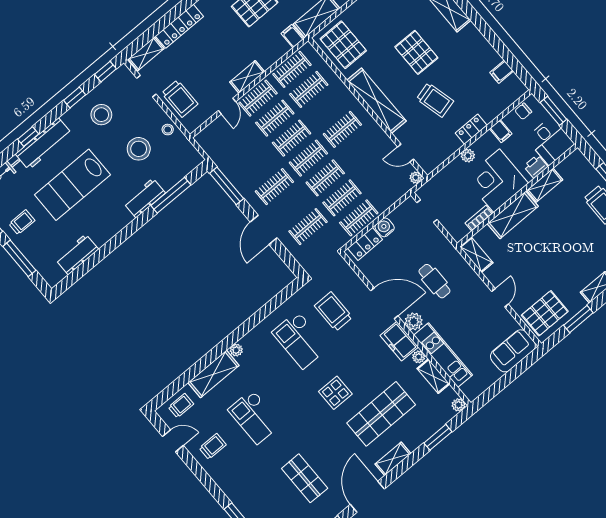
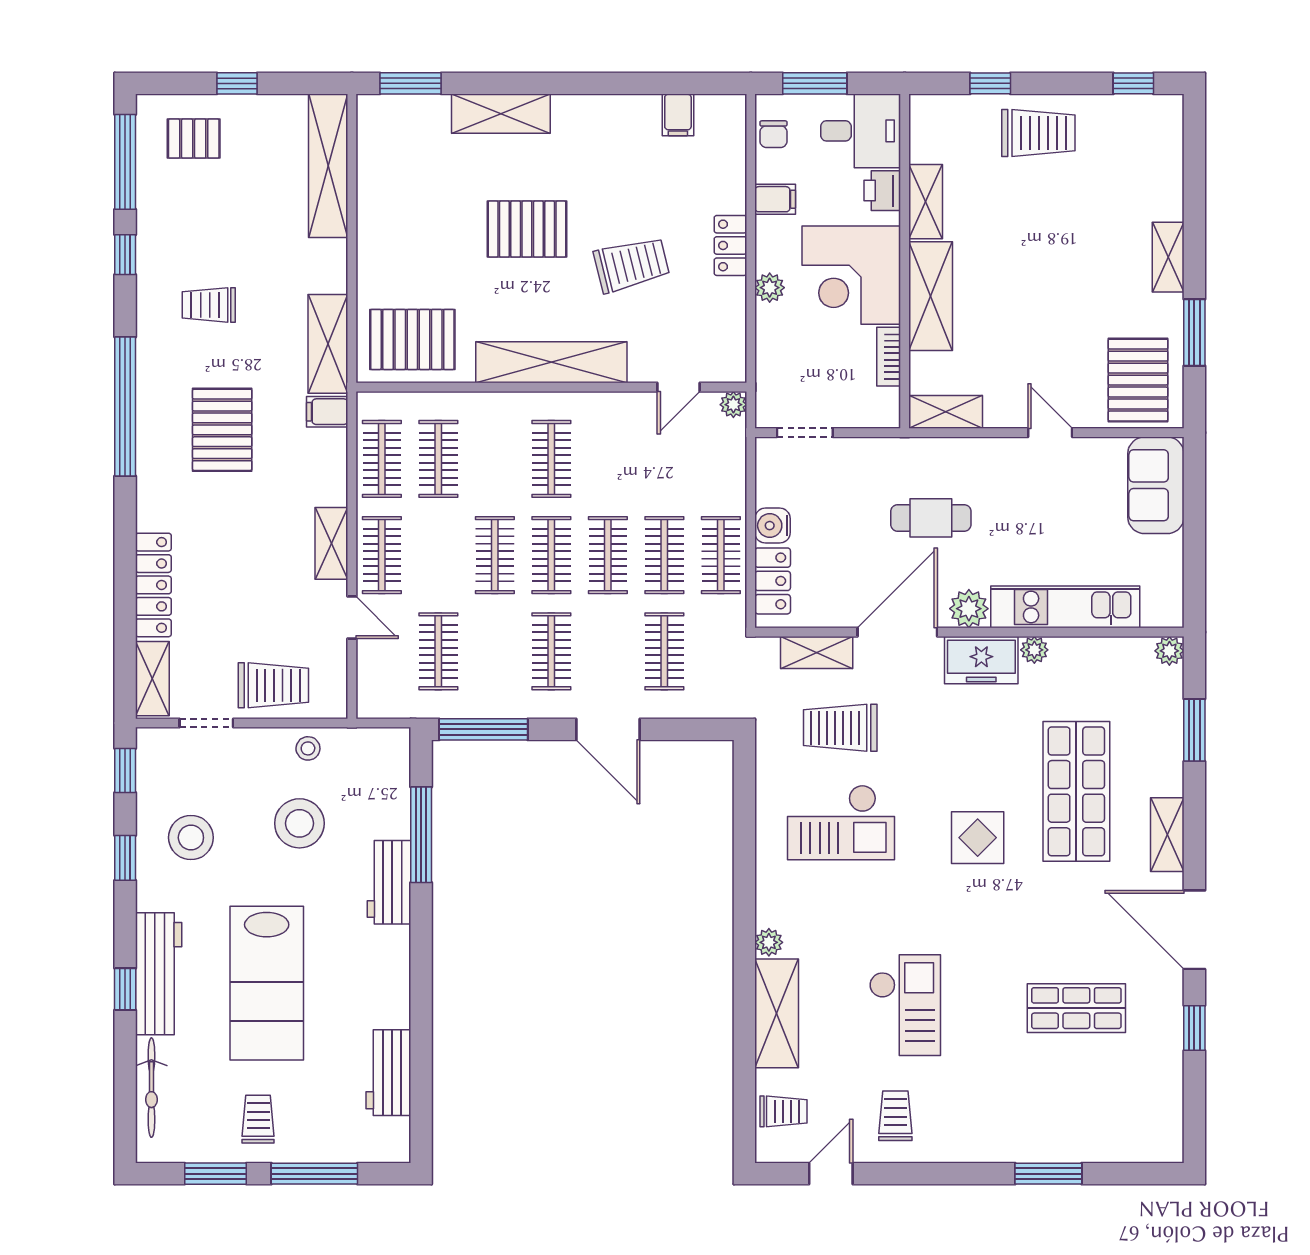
clothes rail: (275, 118) -> (438, 651), moved
shelving: (433, 376) -> (817, 652), moved
trolley: (181, 406) -> (783, 1111), turned 90
checkout: (255, 417) -> (905, 1005), turned -90

